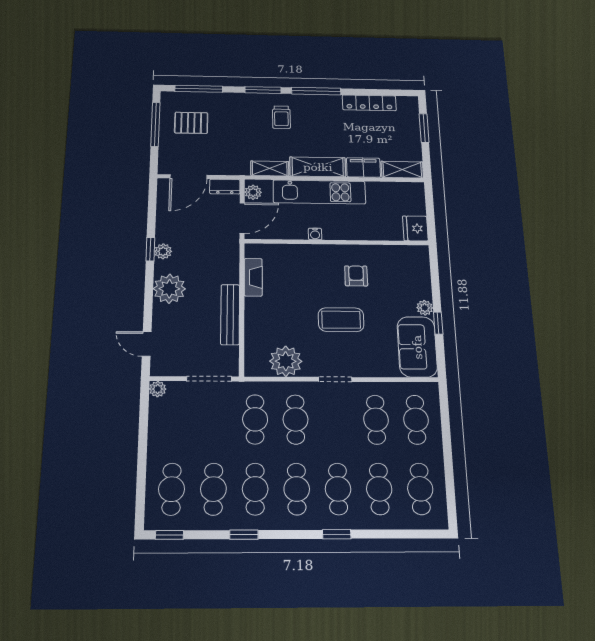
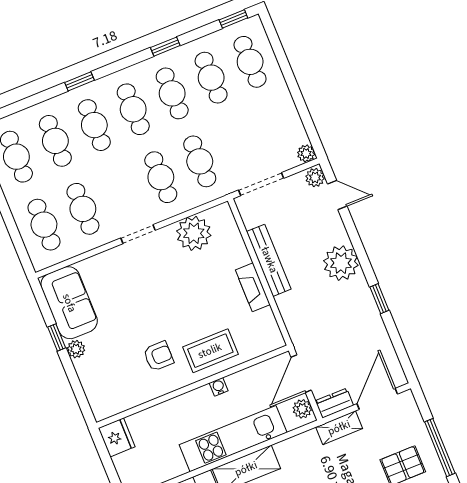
shelving: (270, 168) -> (339, 428), moved
plant: (163, 251) -> (315, 178), moved
armchair: (356, 276) -> (158, 356), turned -90
fireplace: (253, 277) -> (253, 287), moved
coffee table: (341, 320) -> (210, 351), moved

